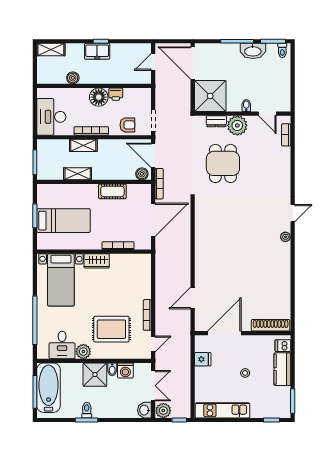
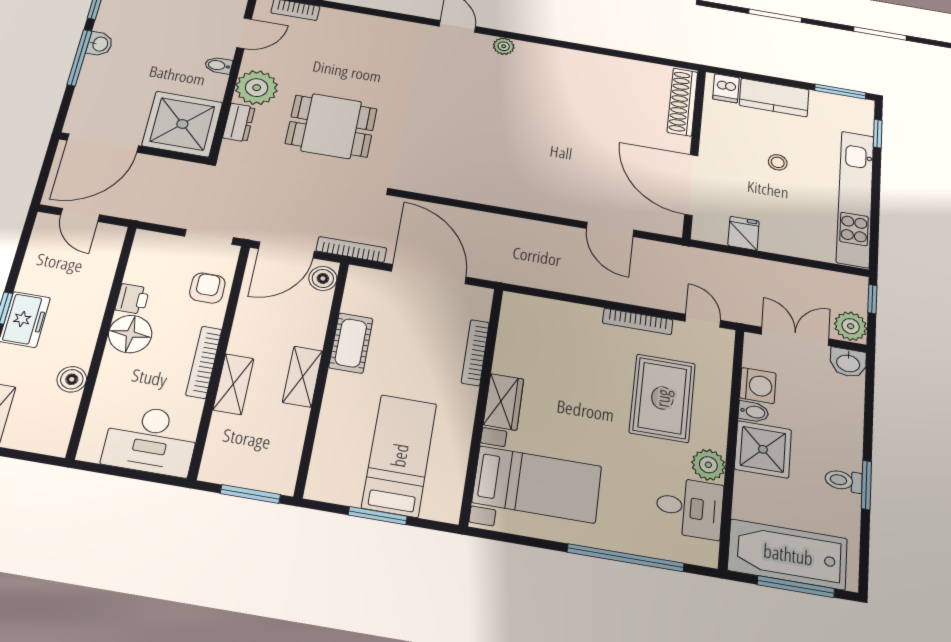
washbasin: (253, 51) -> (100, 44), width x0.52, depth x0.69
shelving: (78, 174) -> (303, 377), moved
kitchen unit: (222, 410) -> (855, 198), width x1.36

